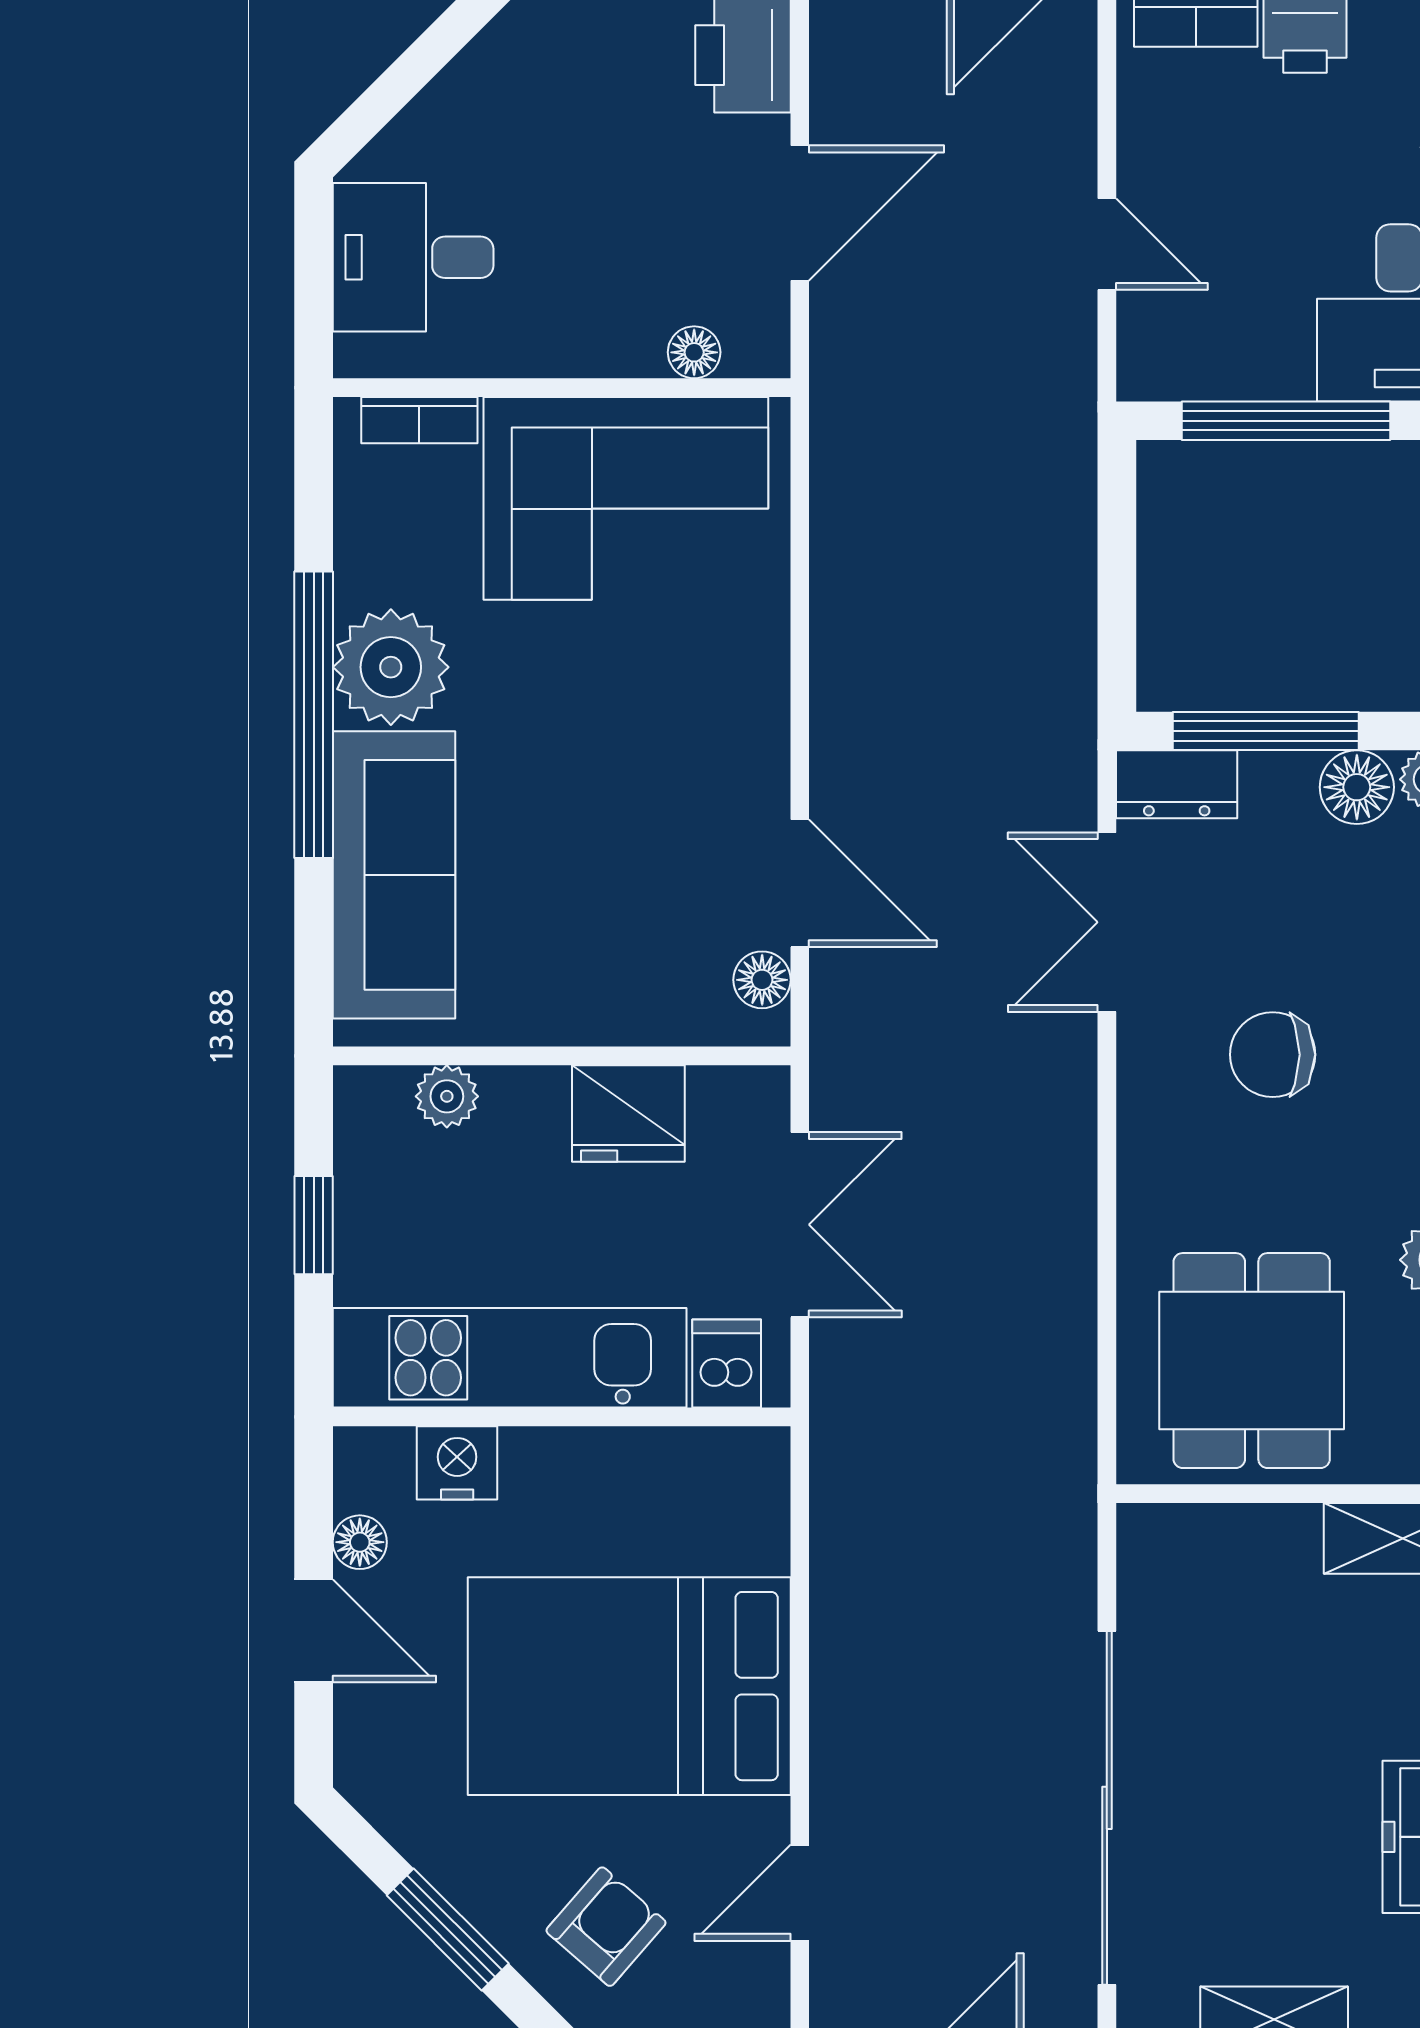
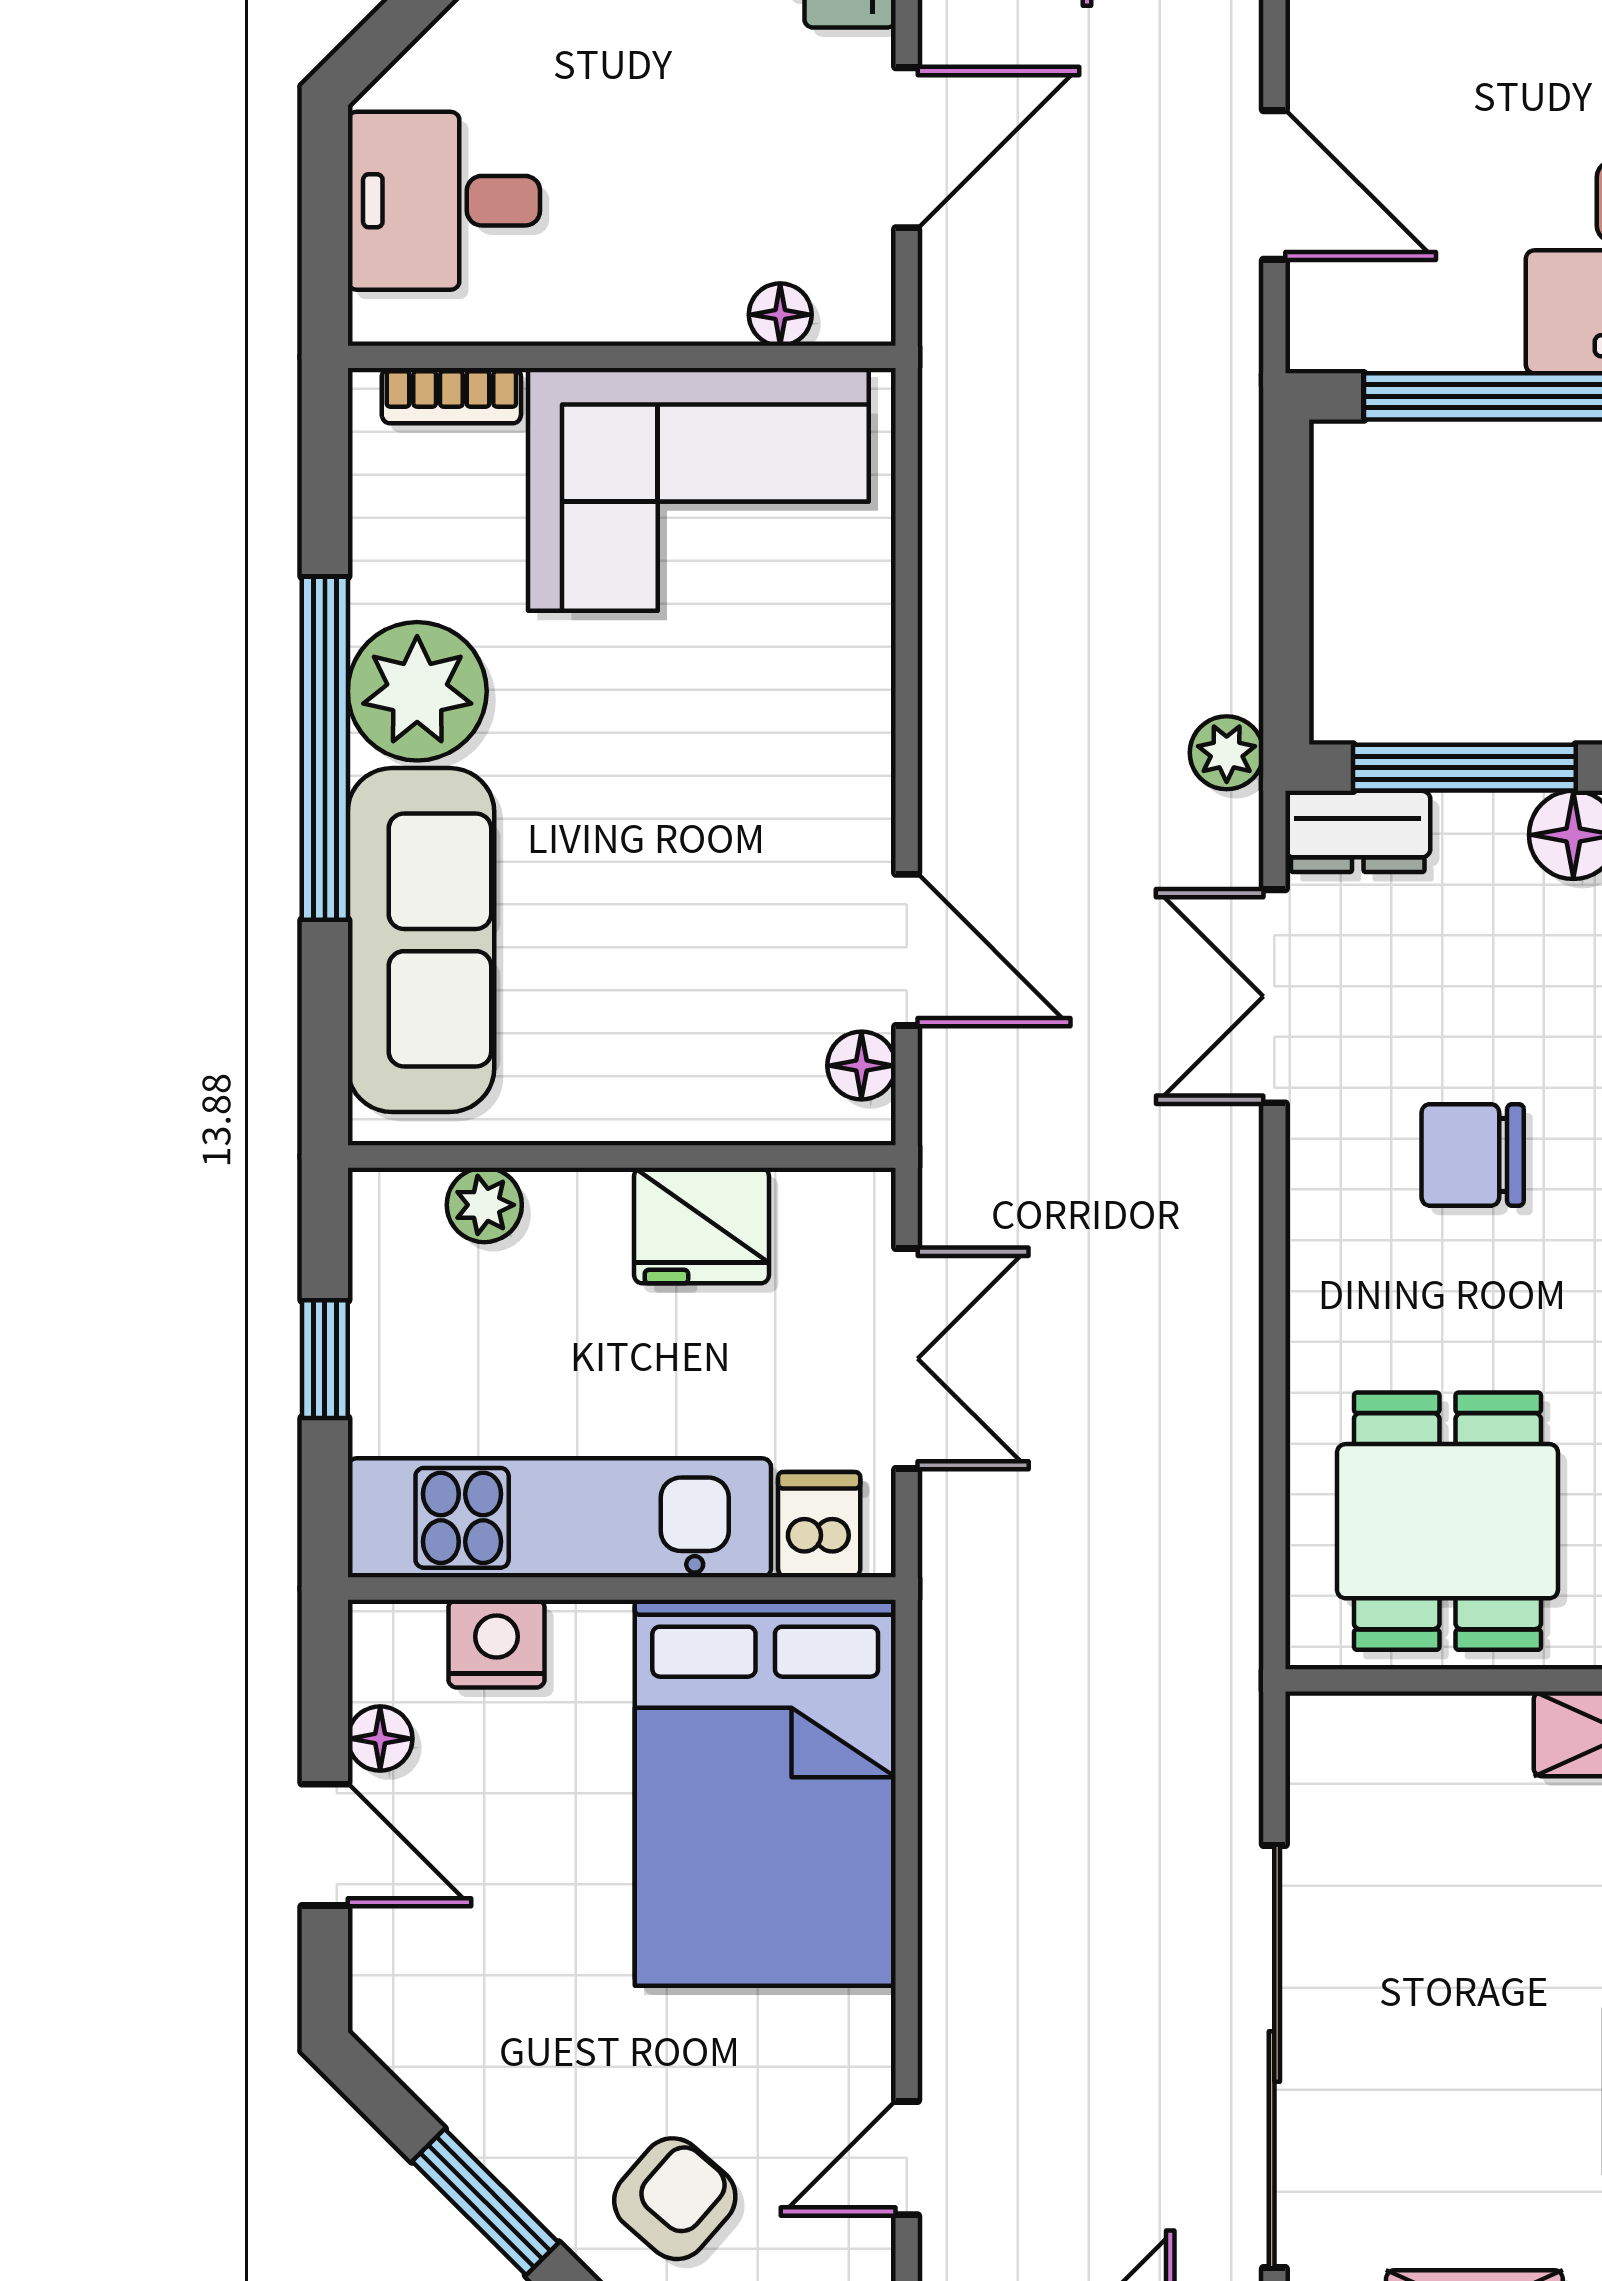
door: (1107, 244) -> (1274, 185), width x1.38
plant: (1067, 718) -> (1227, 753), added
bed: (629, 1686) -> (765, 1793), moved, turned -90

